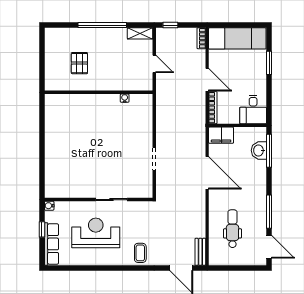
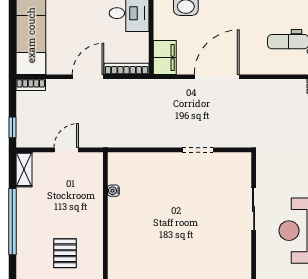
pallet: (79, 63) -> (65, 253), turned 90

